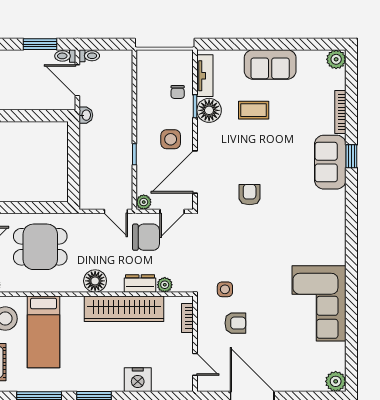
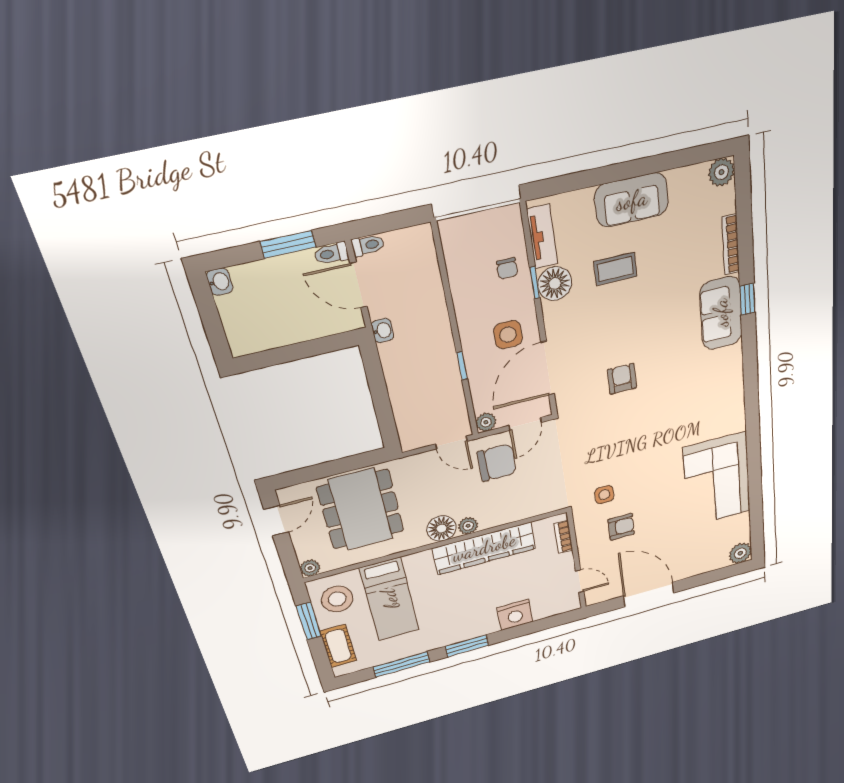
dining table: (40, 247) -> (361, 509), width x1.37
dresser: (140, 283) -> (499, 516), removed
plant: (165, 285) -> (468, 526), moved

